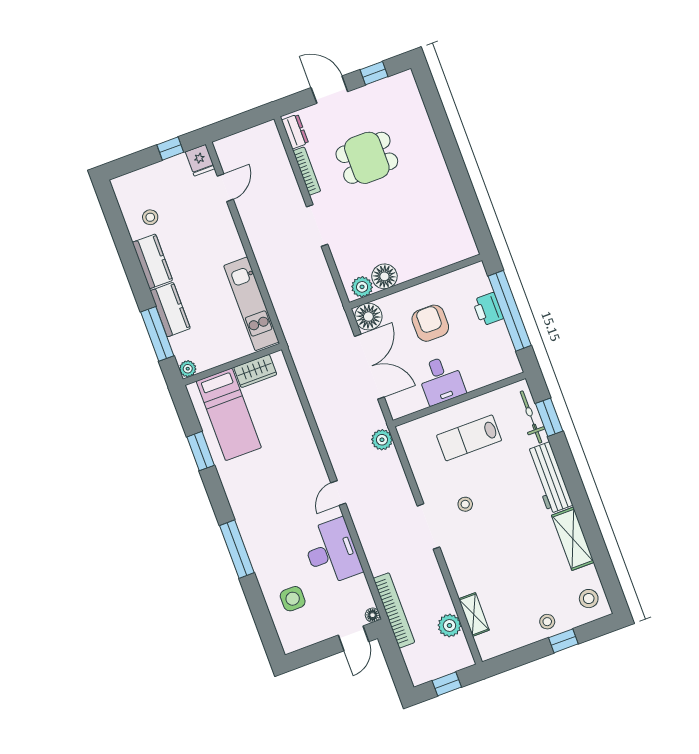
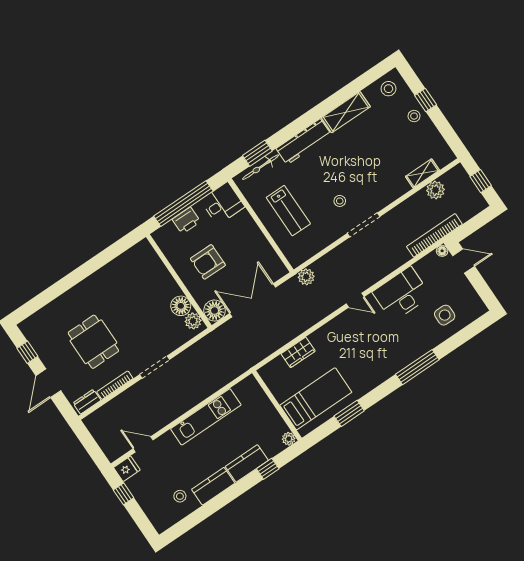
kitchen unit: (251, 304) -> (206, 417), moved
window: (157, 334) -> (268, 469), width x0.46
wardrobe: (255, 371) -> (298, 352), moved, turned 90
desk: (441, 380) -> (223, 203), moved

